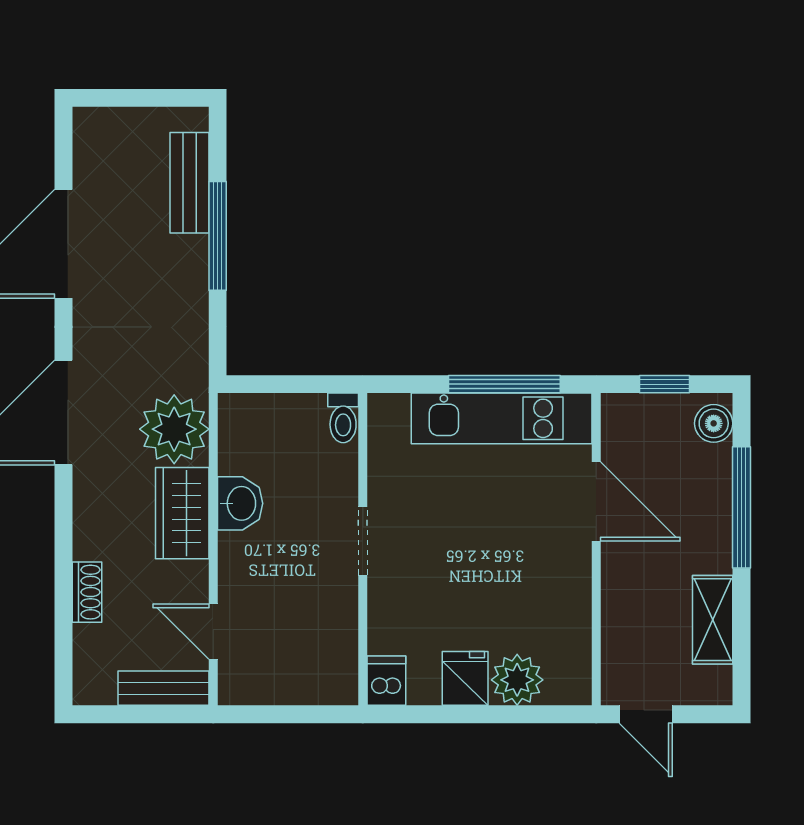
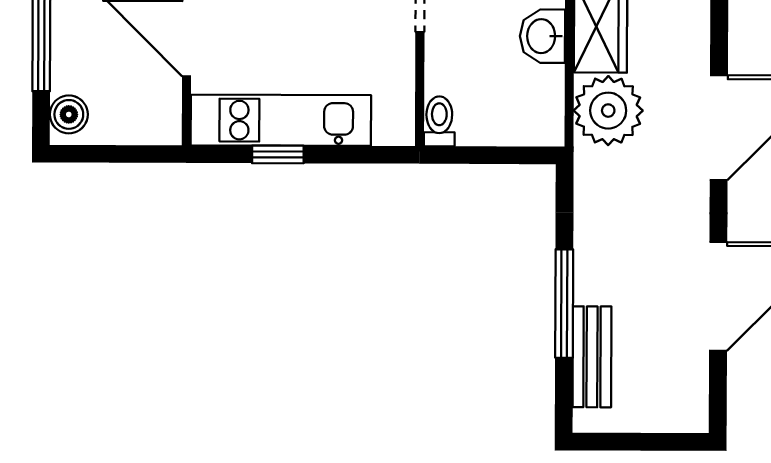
window: (504, 384) -> (278, 154), width x0.46
window: (664, 384) -> (118, 154), removed

